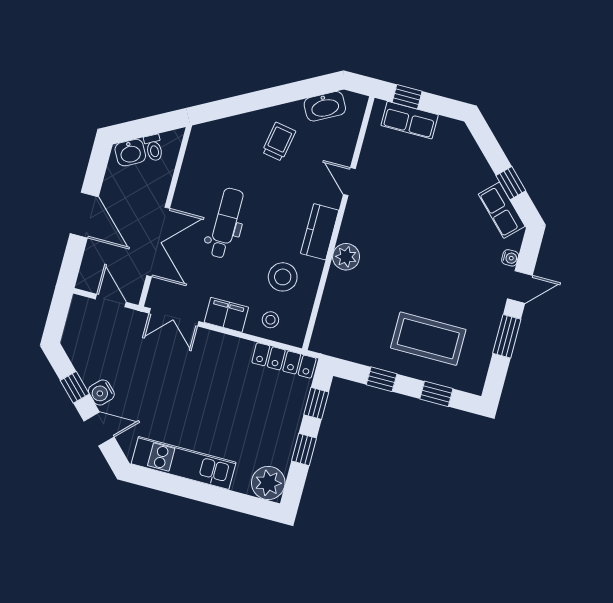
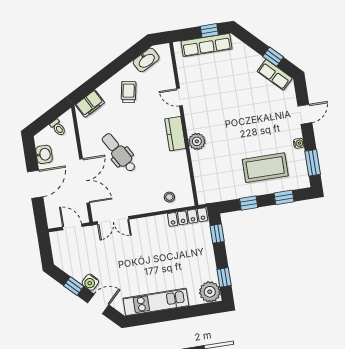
window: (407, 97) -> (209, 31), moved
row of seats: (410, 120) -> (206, 45), width x1.48
washbasin: (130, 153) -> (44, 154), moved, turned -62
door: (84, 215) -> (35, 184), hinge flipped
dental chair: (226, 223) -> (119, 153), turned -30
water cooler: (510, 258) -> (299, 143), moved
stool: (283, 277) -> (165, 169), removed
filing cabinet: (226, 315) -> (90, 104), moved, turned 152
window: (507, 336) -> (313, 163), moved
window: (304, 449) -> (224, 277), moved

